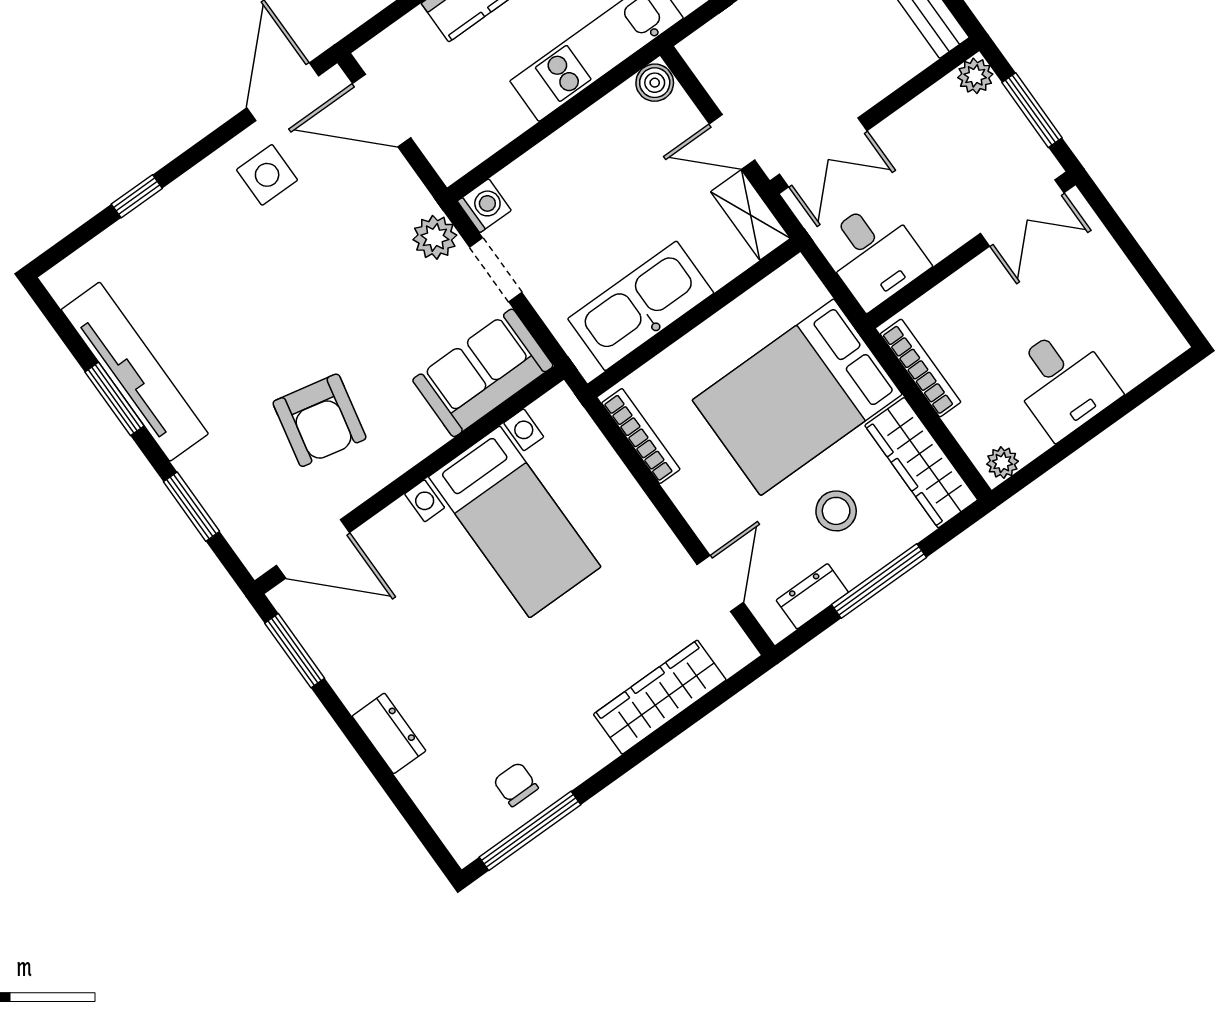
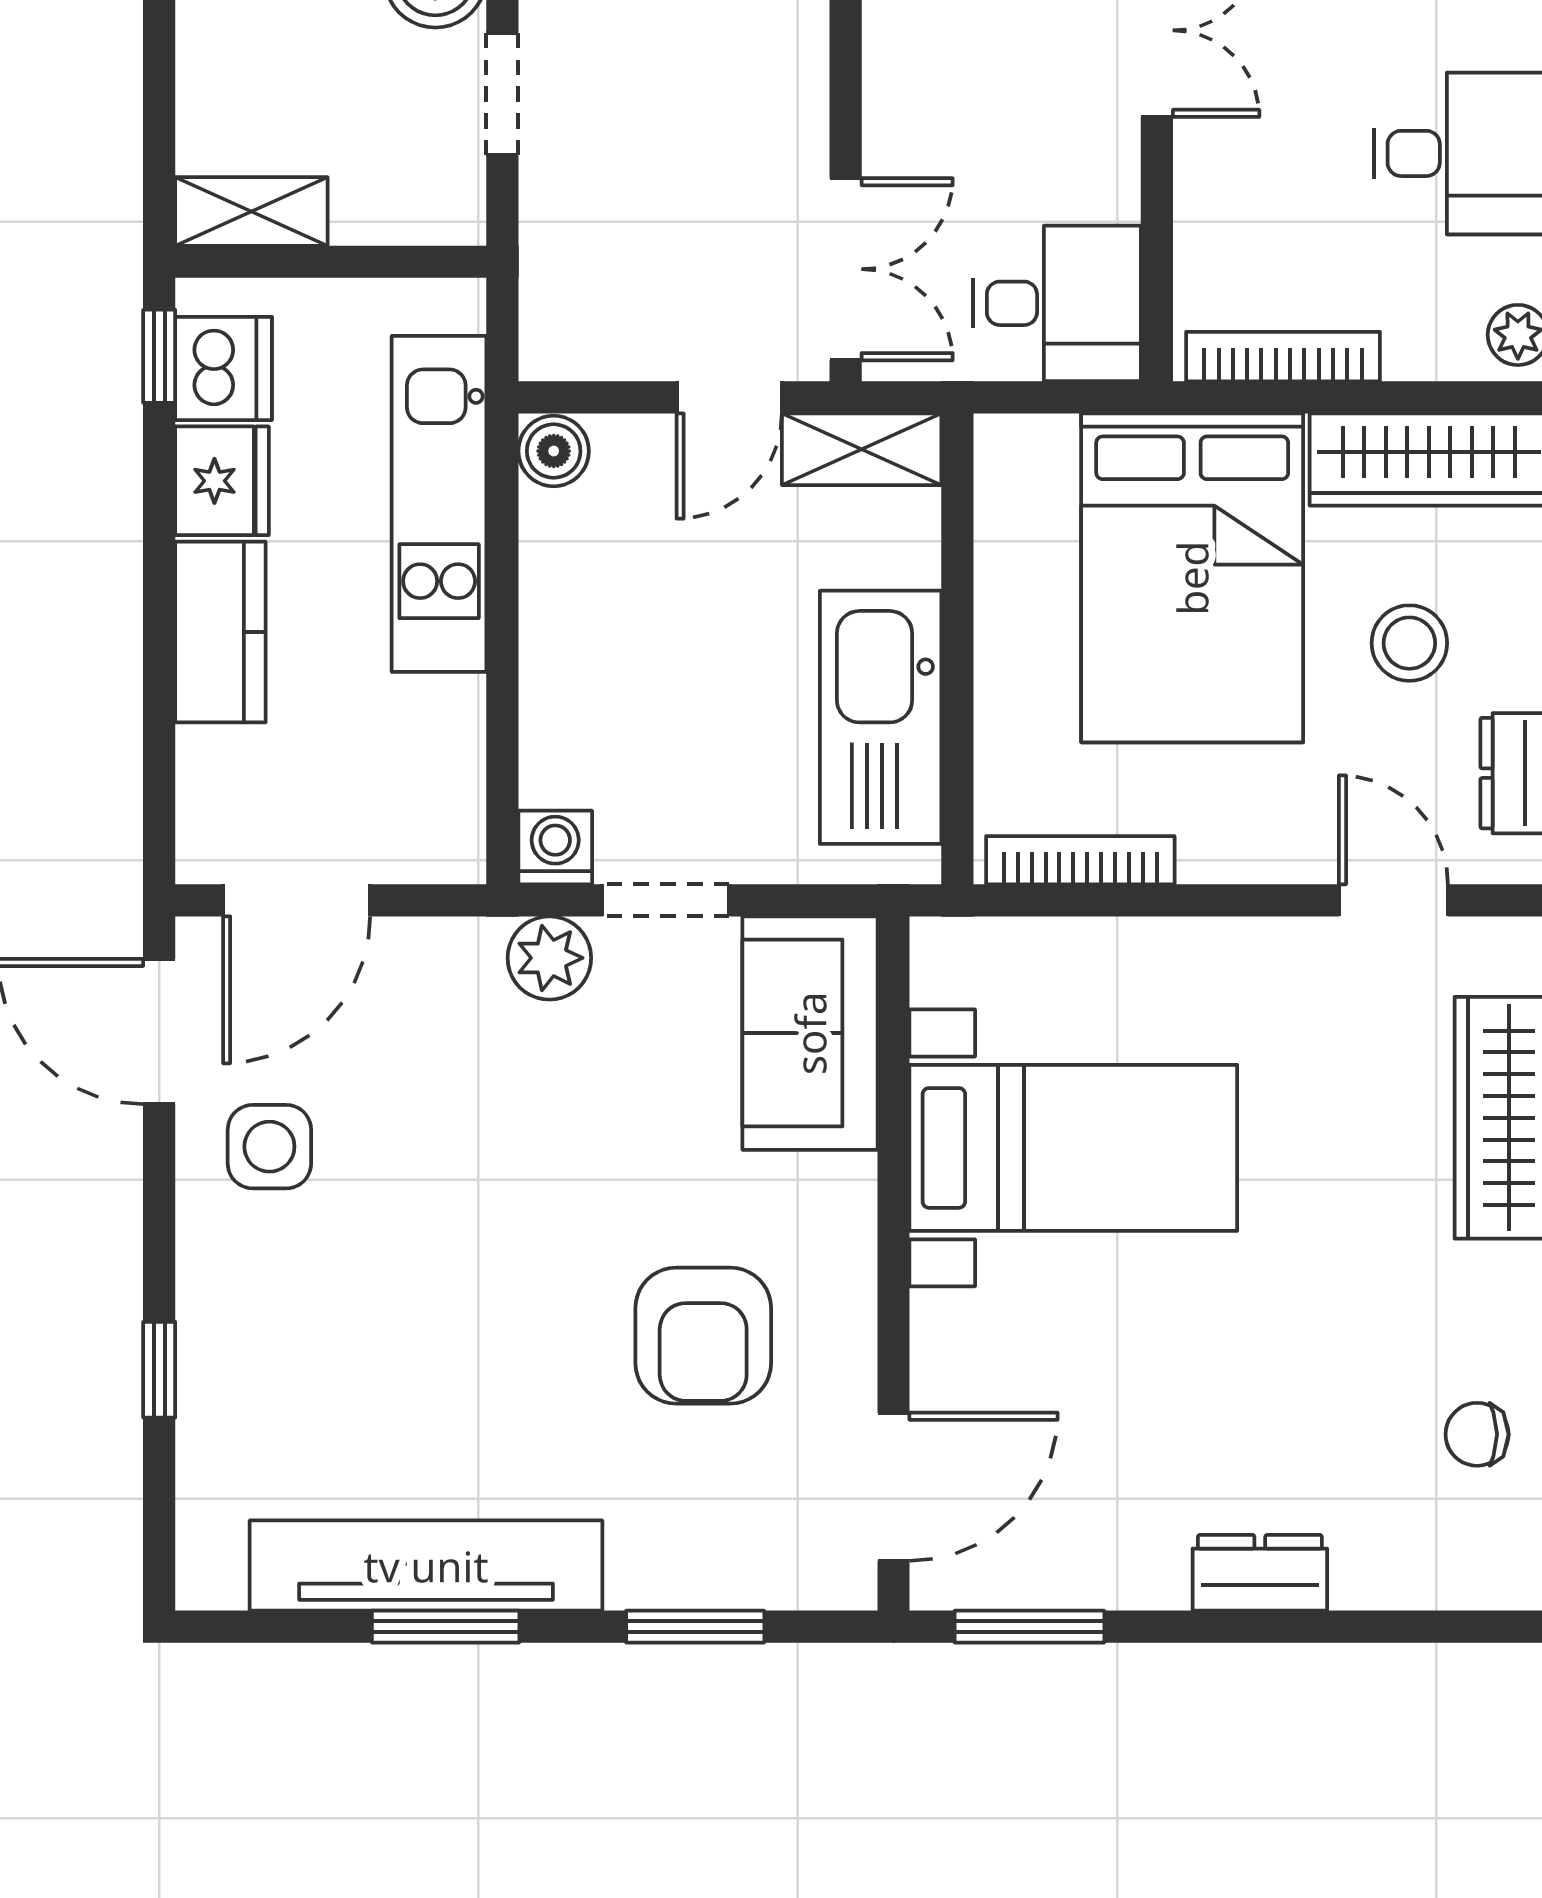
armchair: (319, 420) -> (703, 1336), turned 78

